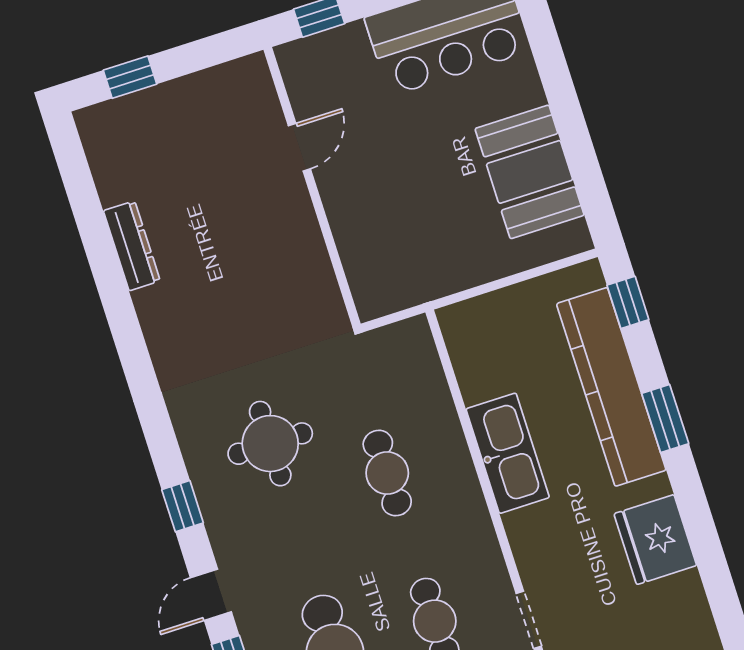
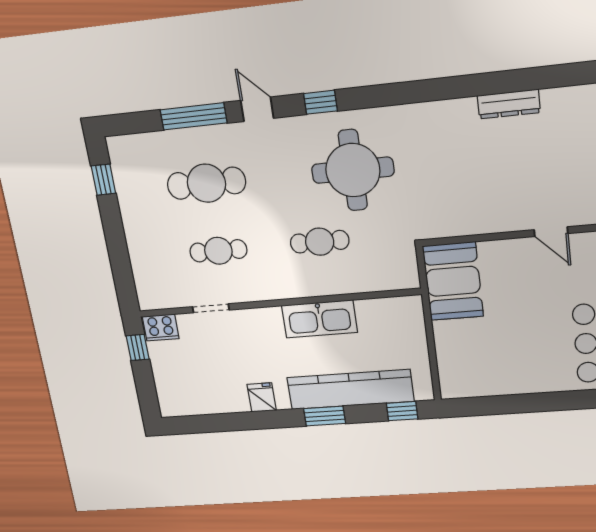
booth: (530, 172) -> (453, 281), moved, turned 90
round table: (270, 444) -> (353, 170), width x1.36, depth x1.36
fridge: (655, 540) -> (262, 397), width x0.53, depth x0.75

